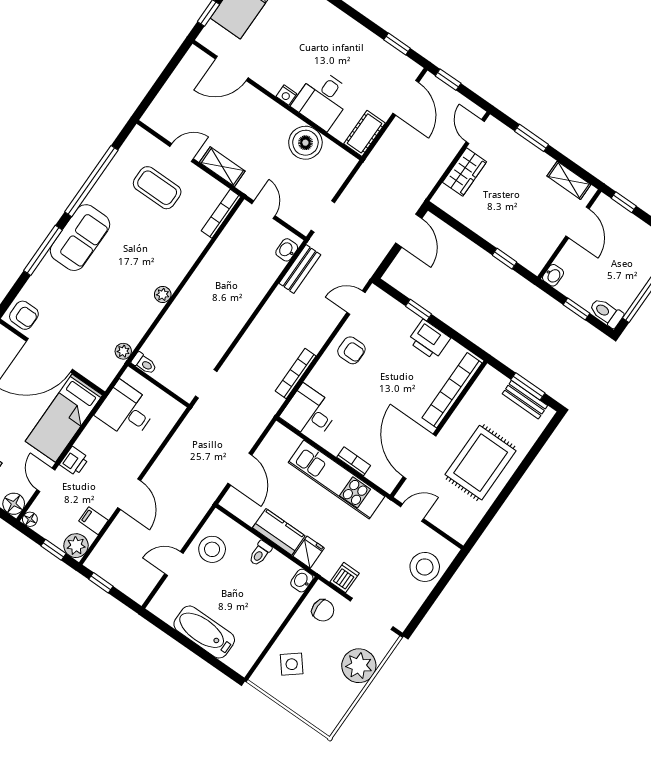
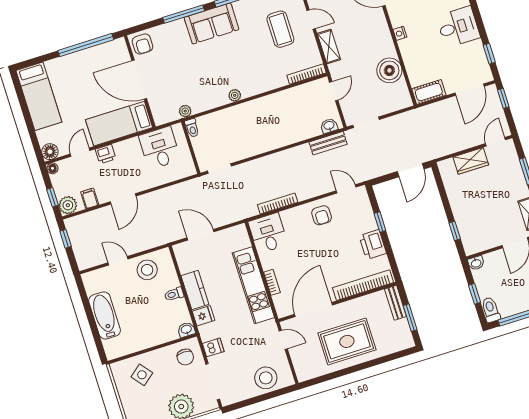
desk: (322, 99) -> (458, 27), moved, turned 180
bench: (525, 400) -> (395, 303), moved
door: (240, 469) -> (201, 235), swing flipped

